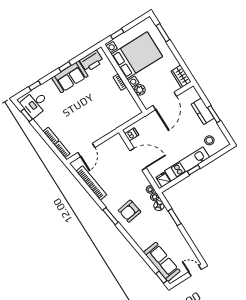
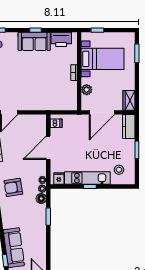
bed with nightstands: (137, 55) -> (103, 59), width x0.73
kitchen counter: (203, 111) -> (129, 127), moved
door: (138, 159) -> (48, 148), swing flipped

